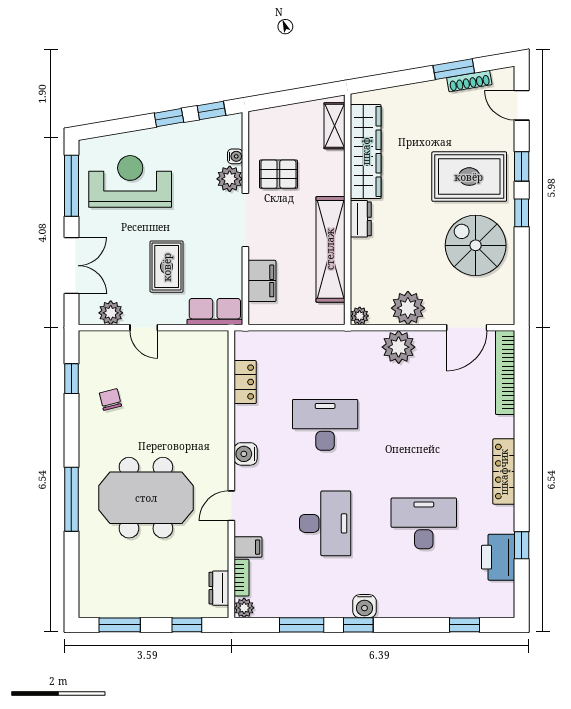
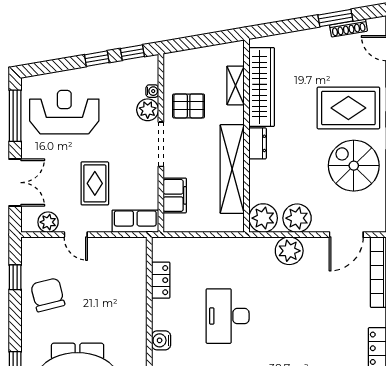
shelving: (335, 126) -> (236, 85), moved
plant: (360, 316) -> (263, 218), width x1.88, depth x1.88
chair: (110, 400) -> (48, 295), width x1.87, depth x1.87
desk: (325, 425) -> (228, 316), turned -90

